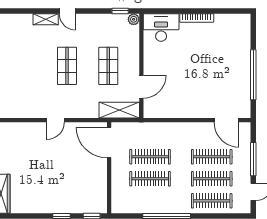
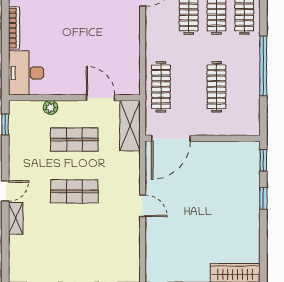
plant: (134, 19) -> (51, 107), moved
clothes rail: (150, 157) -> (161, 87), moved

